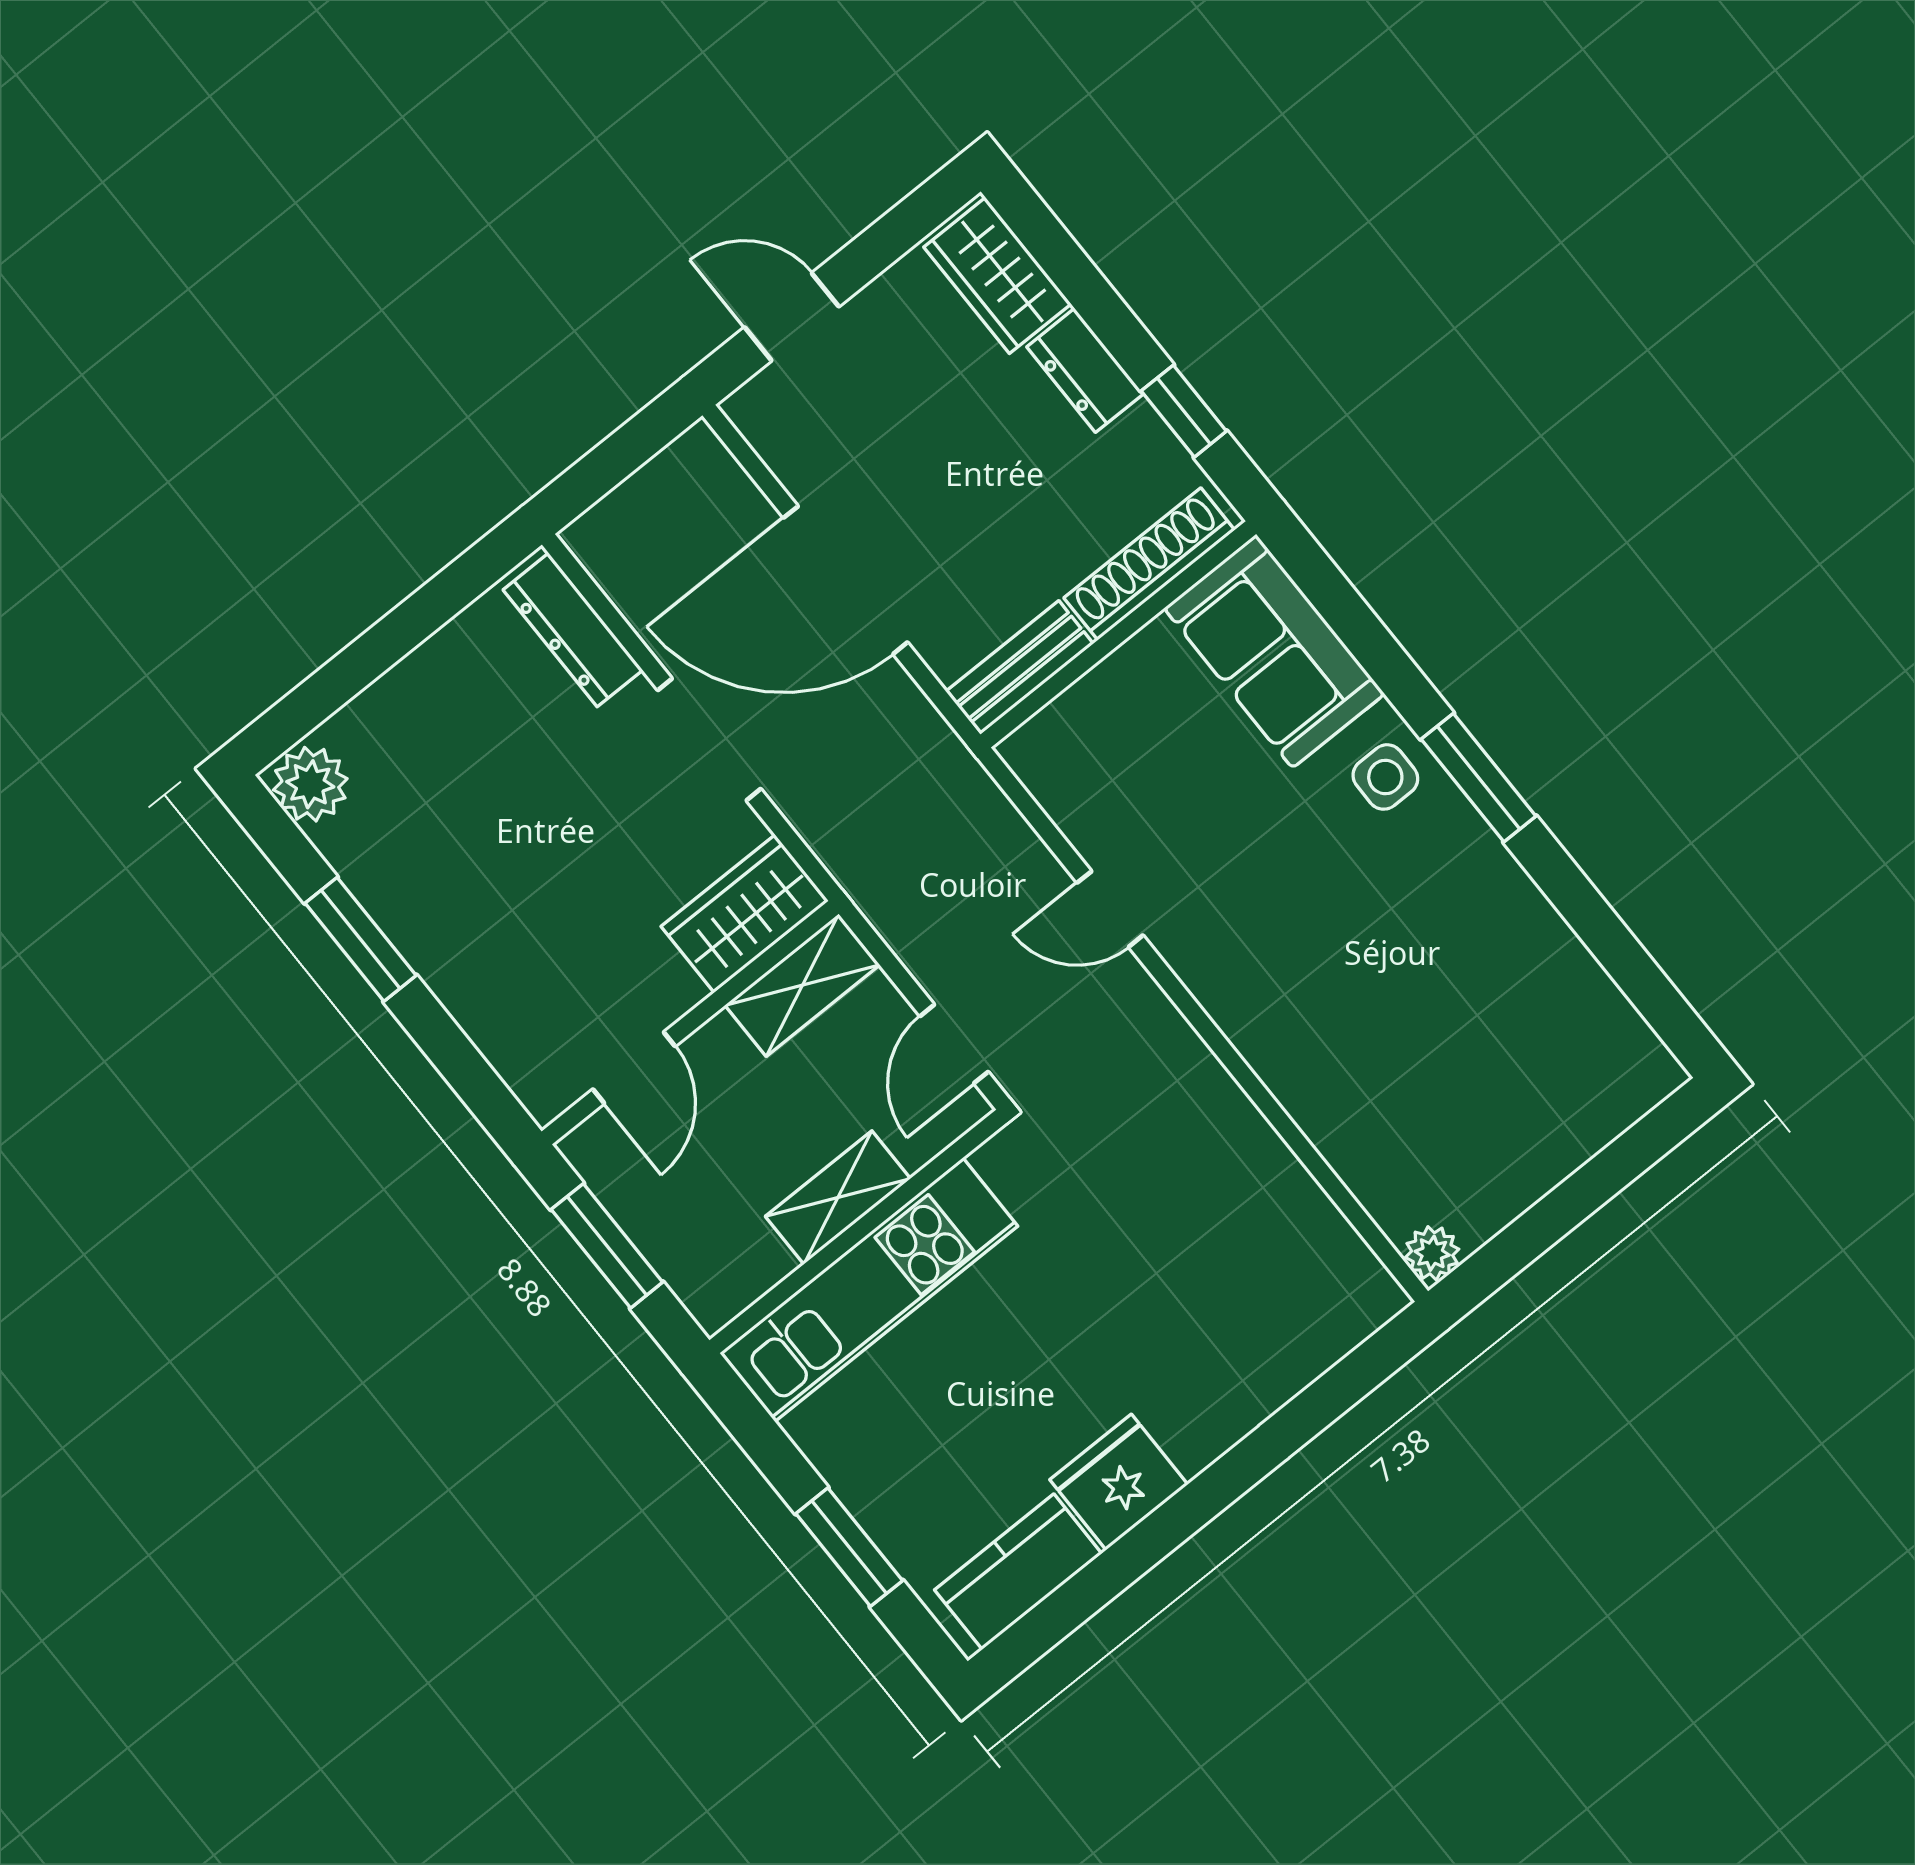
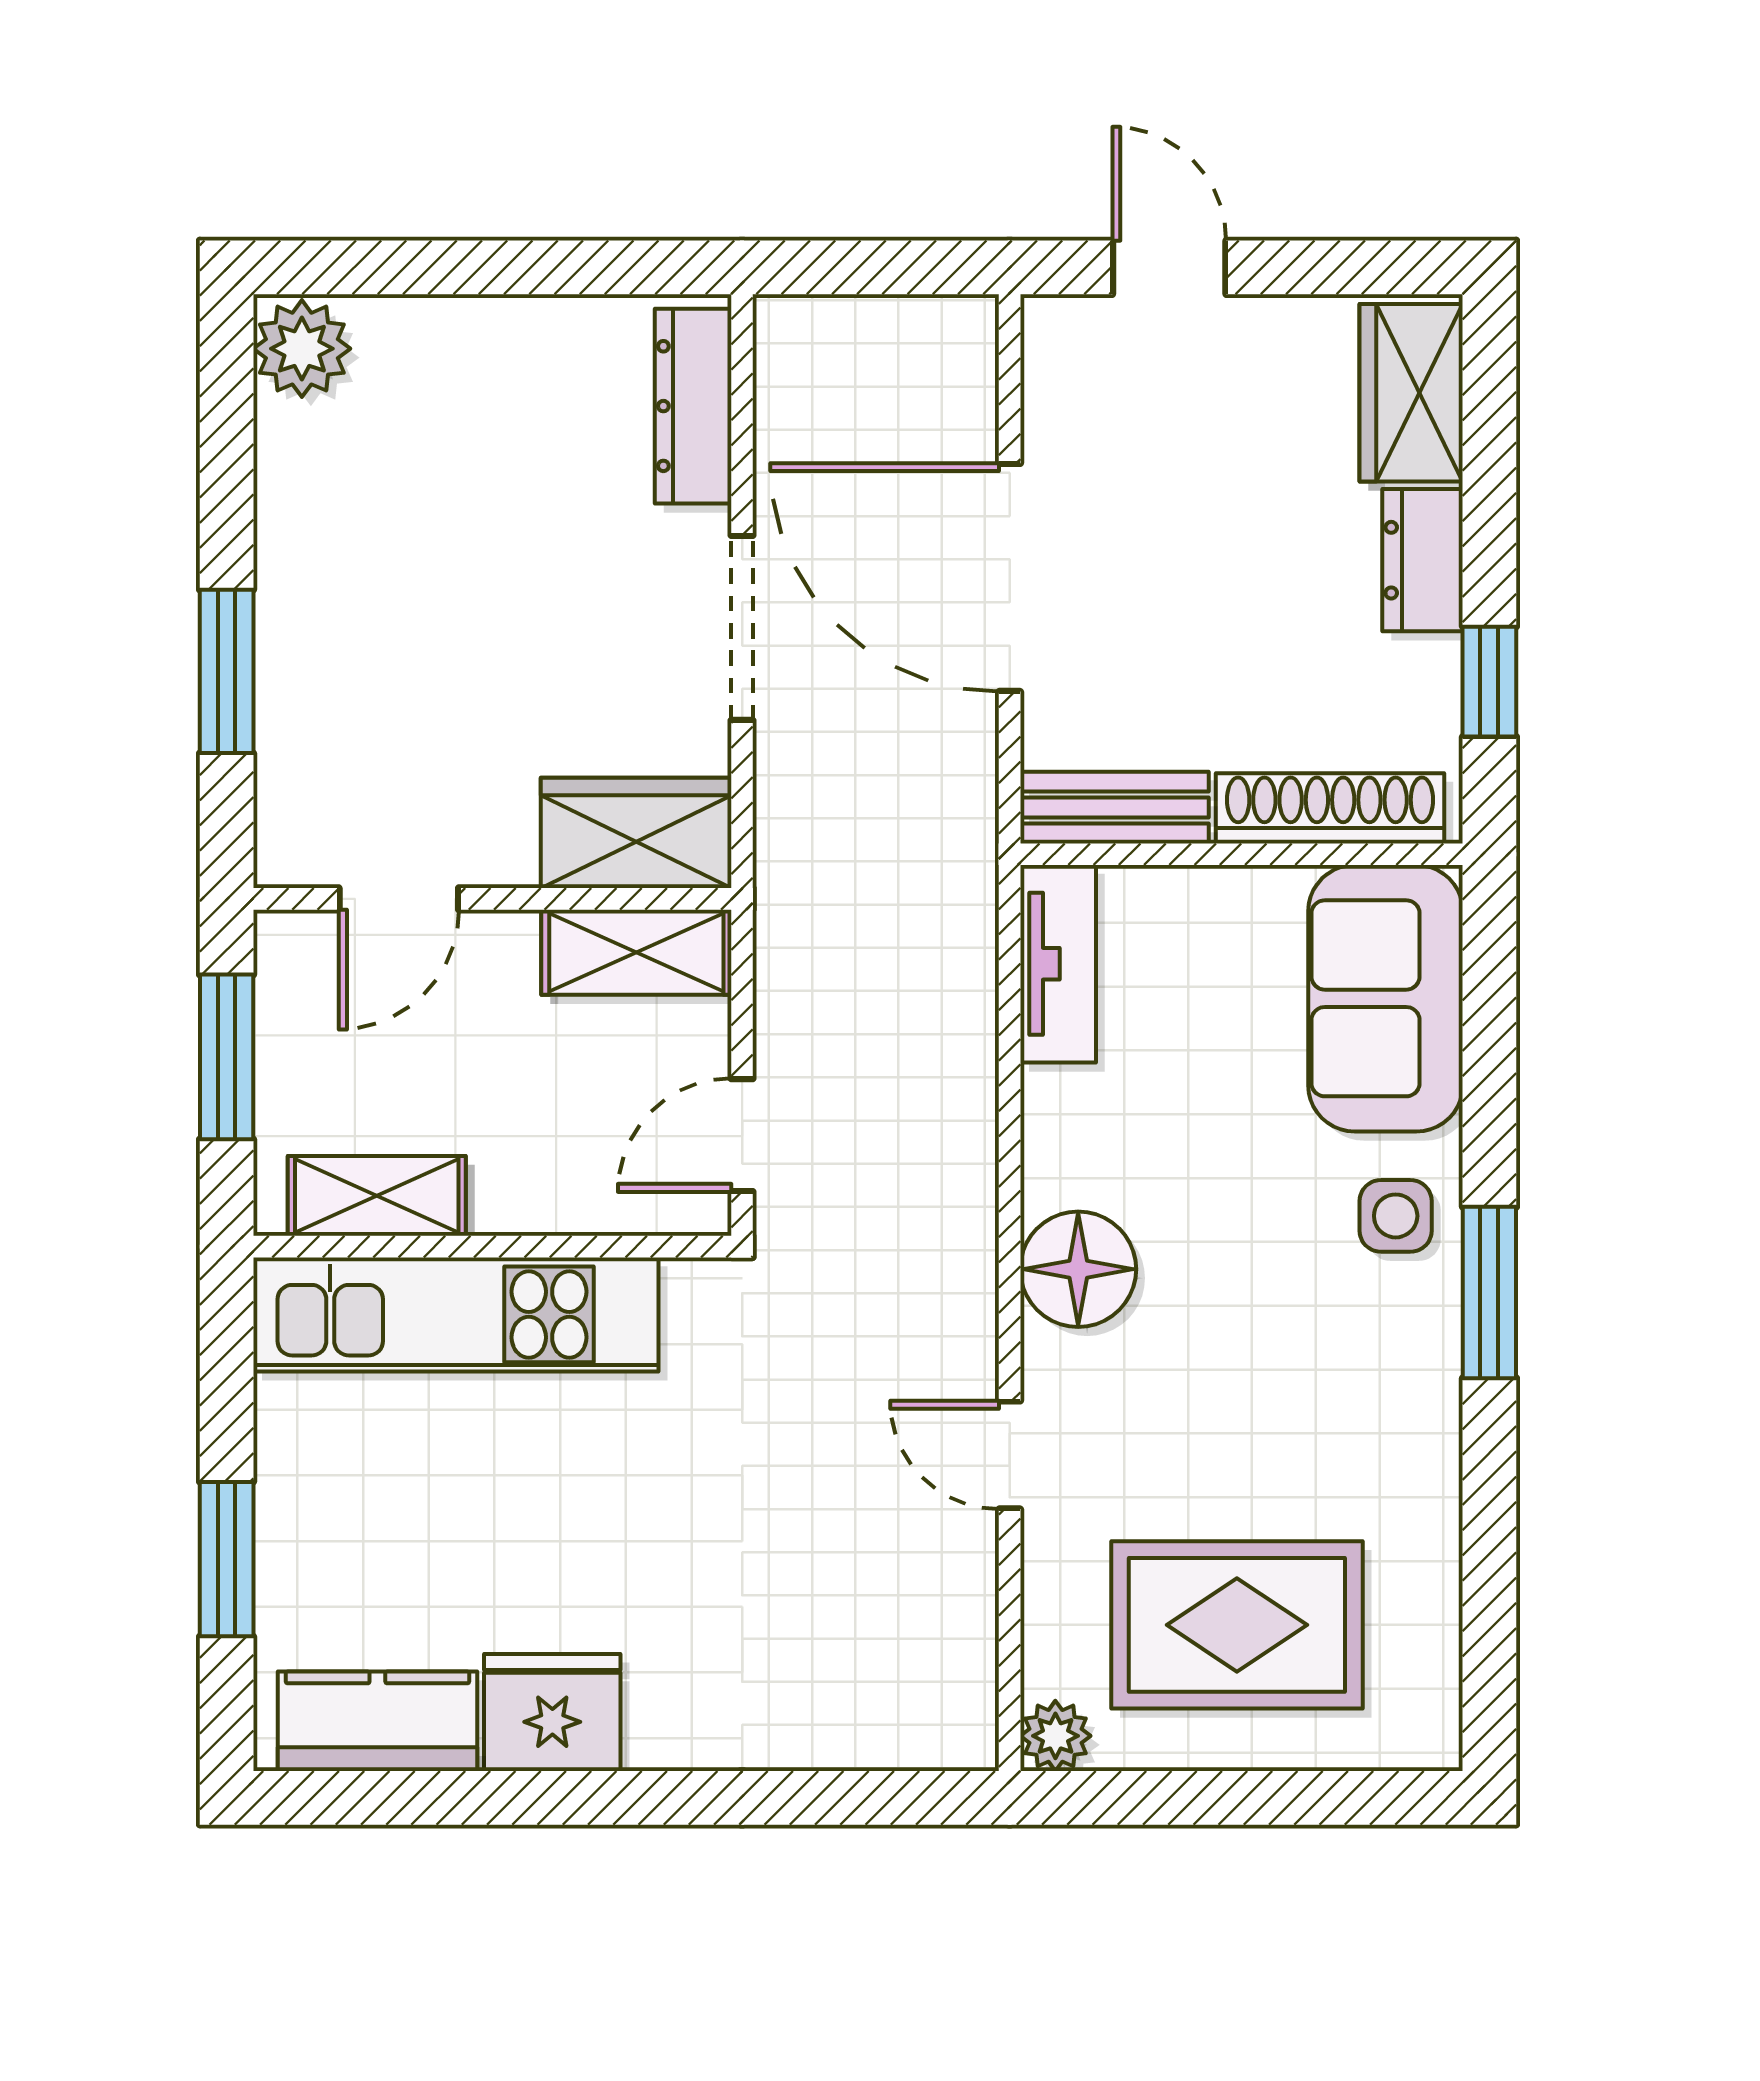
tv unit: (1061, 789) -> (1058, 964), added
door: (1110, 909) -> (1010, 1455), moved
window: (361, 939) -> (227, 671), moved
floor lamp: (1221, 962) -> (1078, 1269), added
rug: (1488, 1099) -> (1237, 1625), added
shelving: (838, 1197) -> (377, 1196), moved

